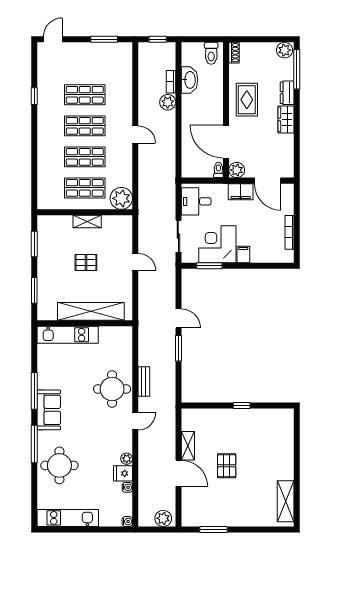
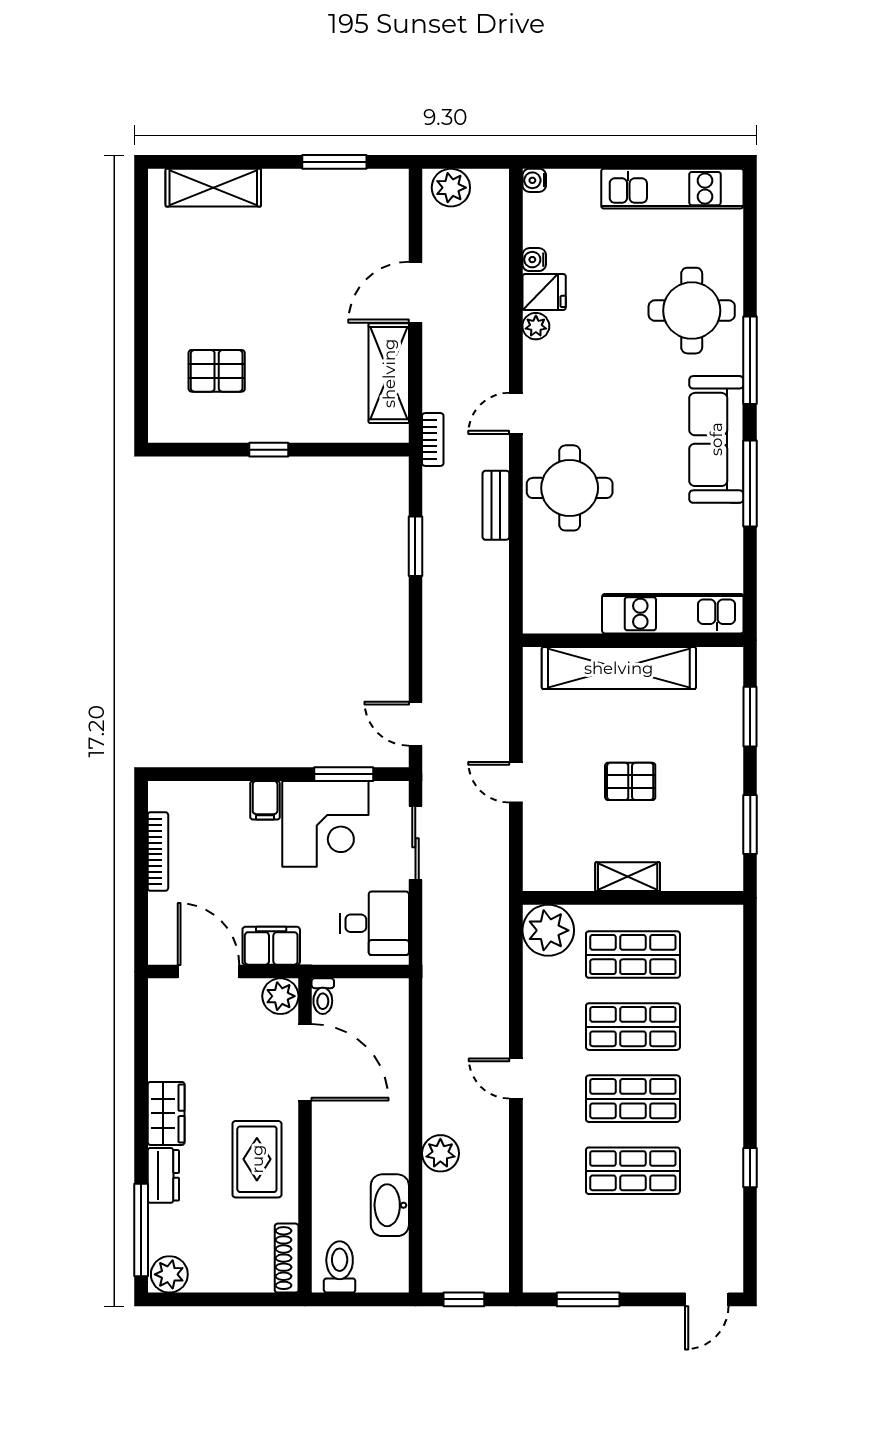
shoe rack: (234, 53) -> (287, 1258), width x1.43
bookcase: (171, 82) -> (433, 440), moved
door: (178, 318) -> (415, 724), moved
window: (178, 348) -> (415, 546), moved
sofa: (49, 410) -> (716, 439), width x1.36
shelving: (188, 446) -> (389, 373), width x1.50, depth x1.33
pallet: (227, 466) -> (217, 371), moved, turned 90
door: (178, 473) -> (415, 292), hinge flipped
shelving: (286, 501) -> (213, 188), moved, turned 90

